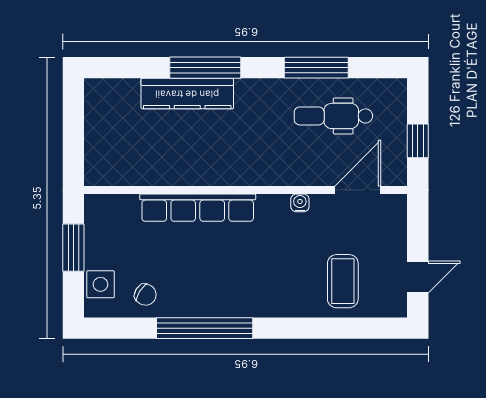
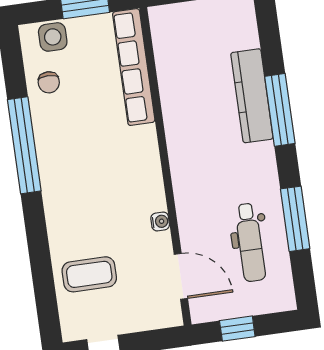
dental chair: (333, 116) -> (250, 242), turned 180
row of seats: (198, 208) -> (134, 67), moved
chair: (145, 295) -> (49, 82), turned -32

